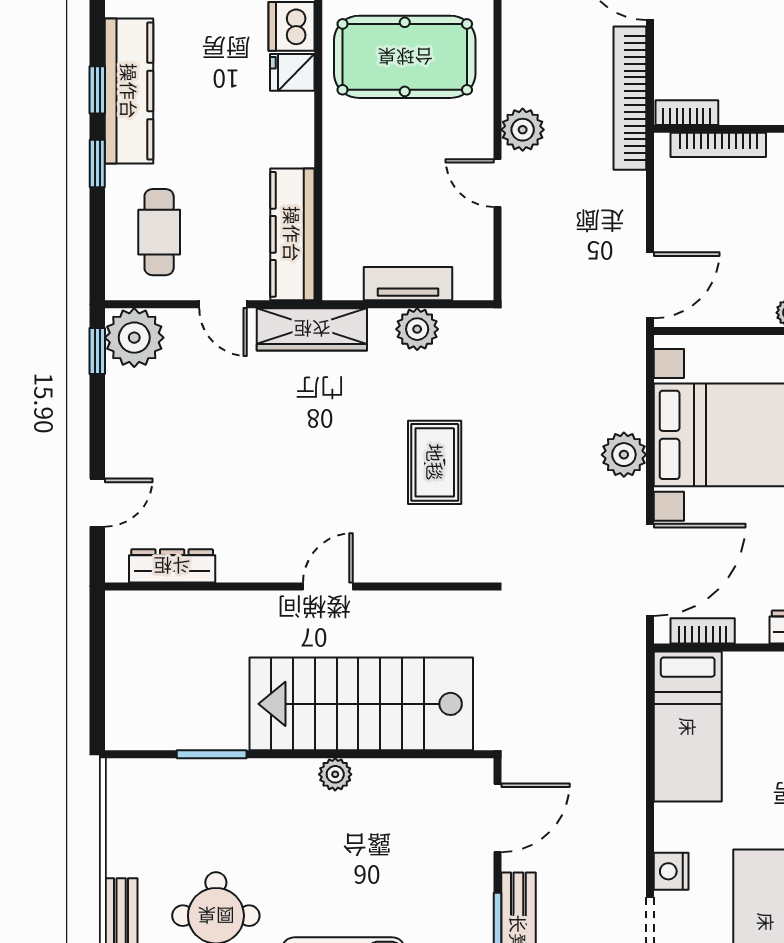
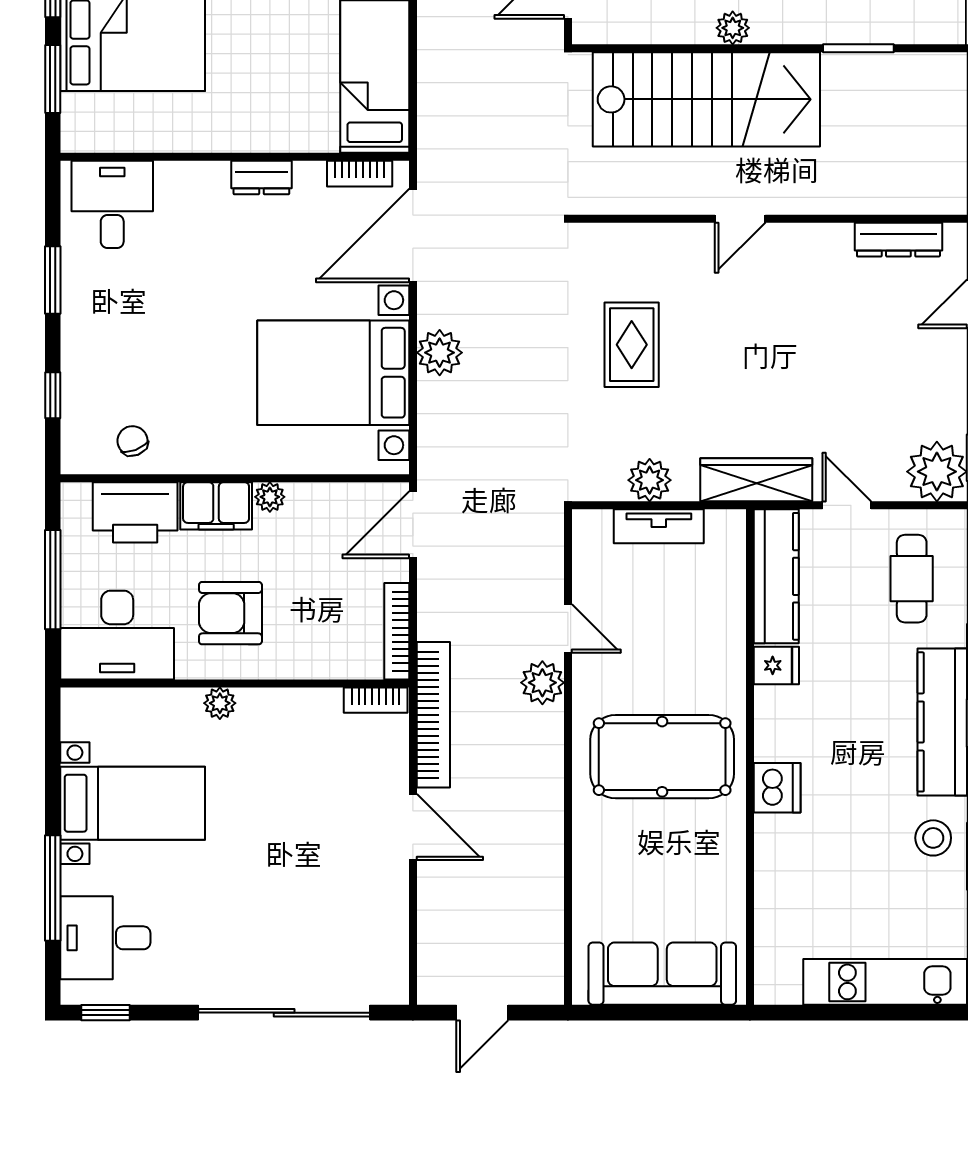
fridge: (292, 72) -> (776, 665), moved
bookcase: (718, 145) -> (397, 631), moved, turned -90

